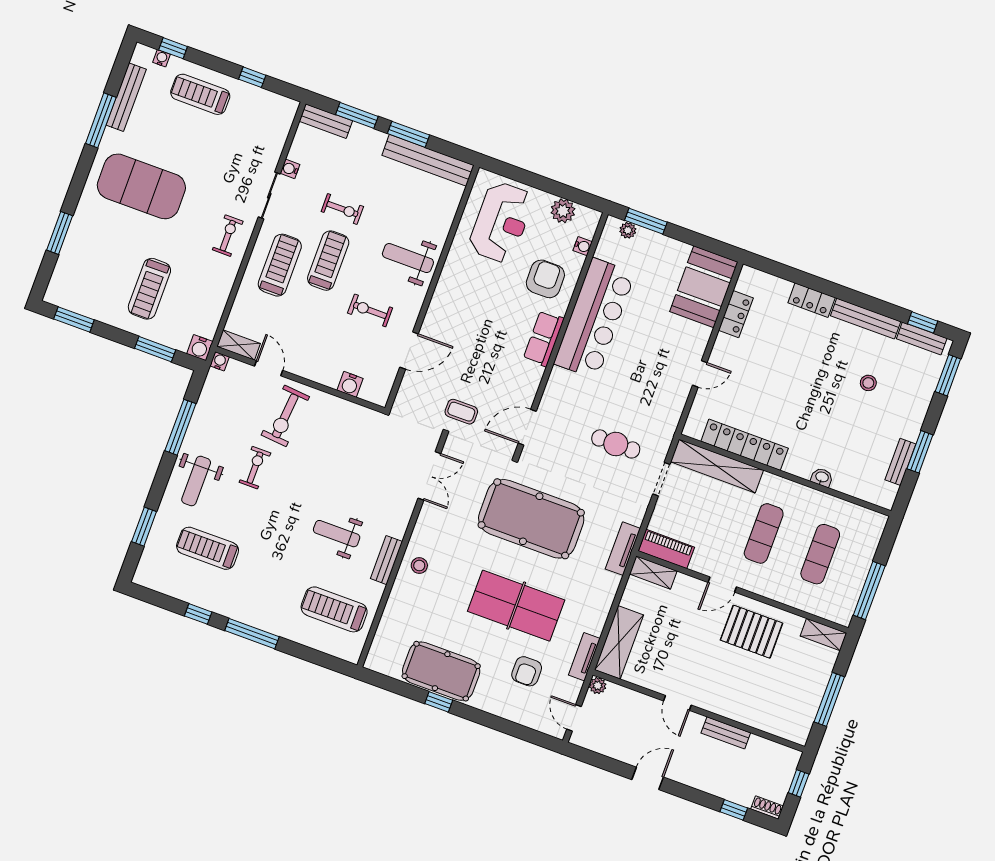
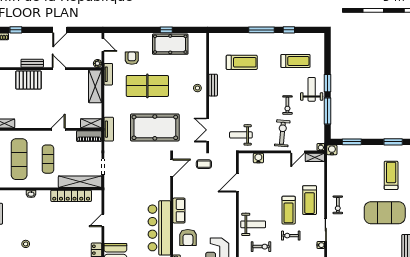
treadmill: (149, 289) -> (391, 175), moved
exercise bike: (370, 310) -> (261, 247), moved
door: (269, 368) -> (298, 152), hinge flipped
cafe table: (616, 444) -> (129, 175), removed
window: (144, 527) -> (328, 83), moved
weight bench: (337, 534) -> (241, 135), moved, turned 180
exercise mat: (820, 554) -> (19, 159), width x1.36, depth x1.45
treadmill: (334, 609) -> (242, 62), moved
pallet: (752, 632) -> (28, 80), moved

